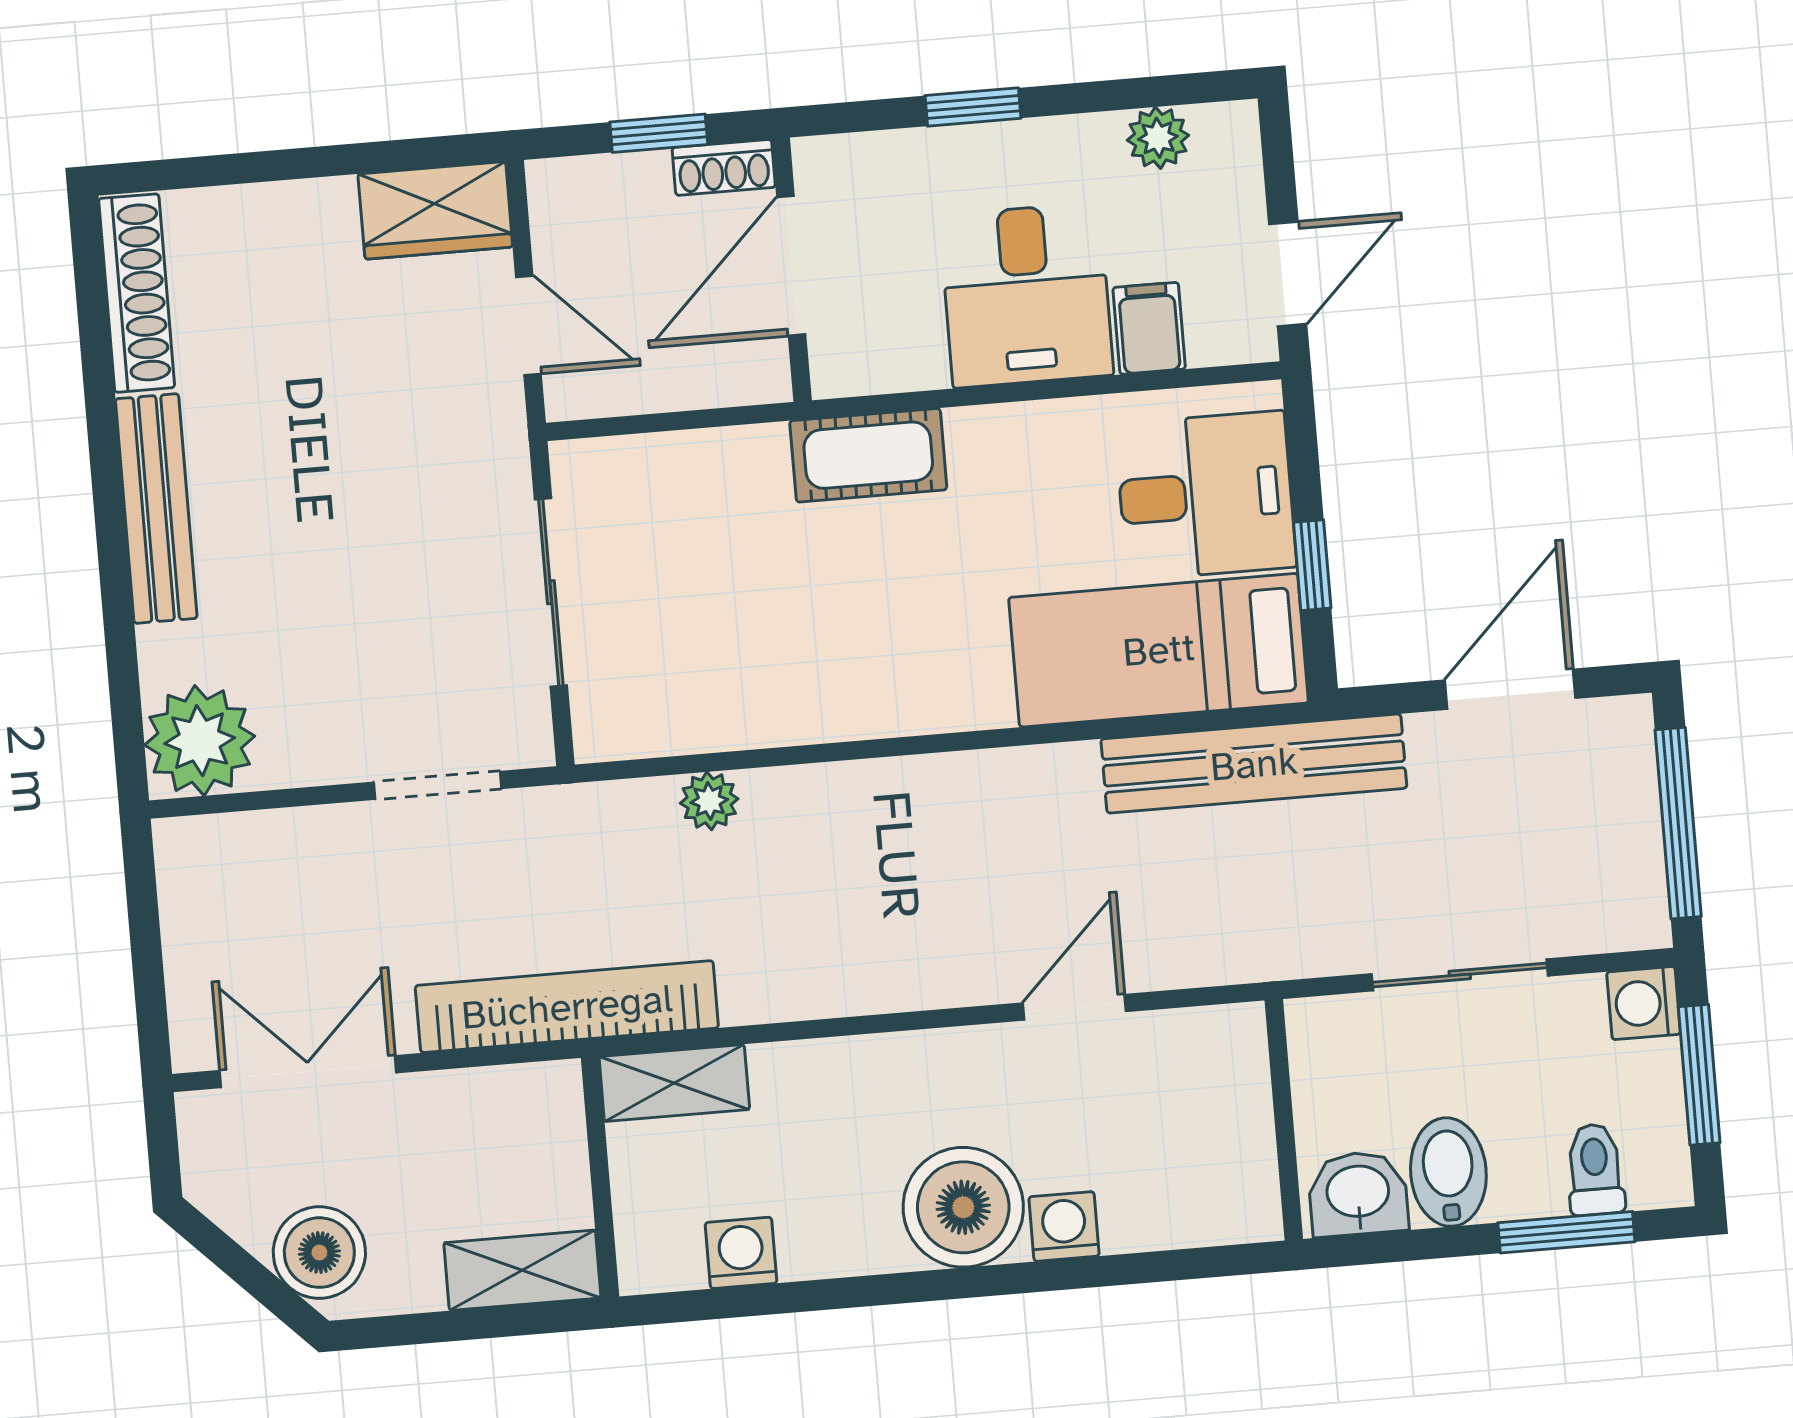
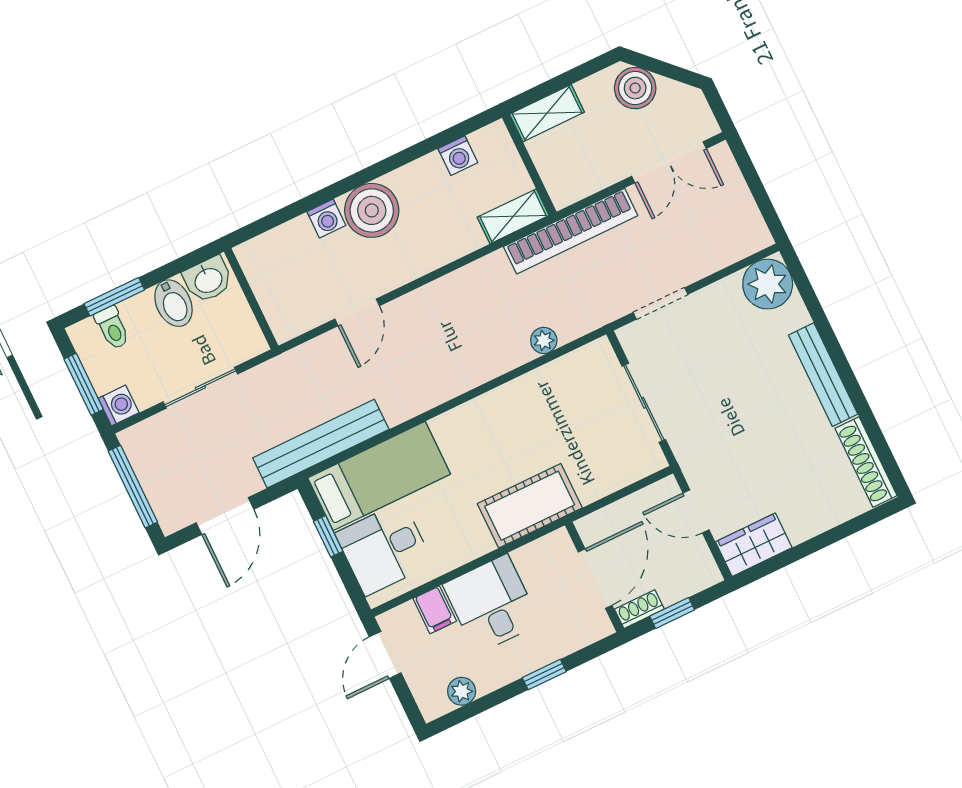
cot: (868, 455) -> (530, 506), width x1.37, depth x1.34

